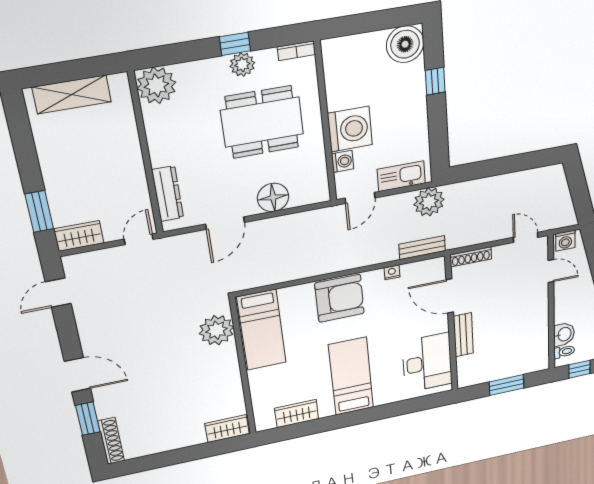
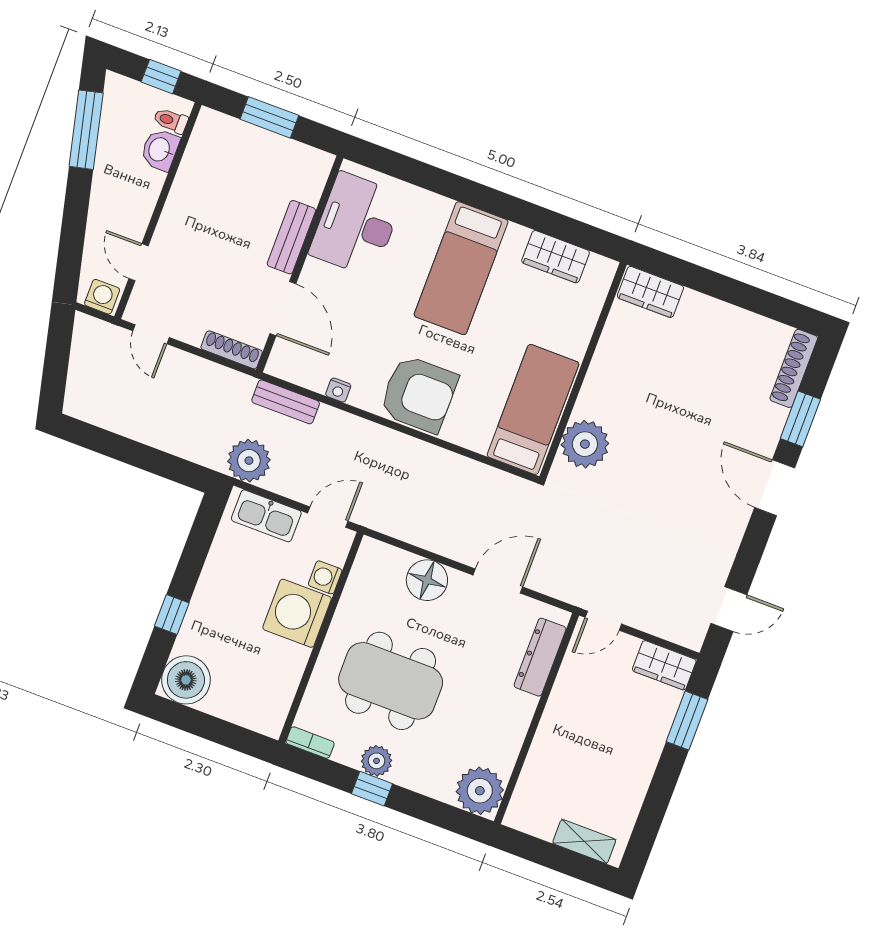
shelving: (72, 94) -> (584, 841), width x0.67, depth x0.75
armchair: (340, 298) -> (419, 394), turned 180

